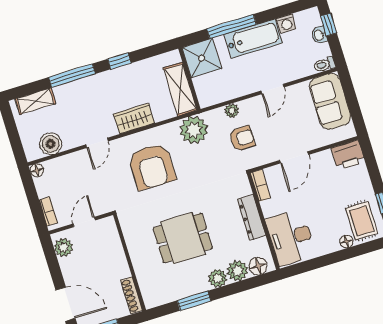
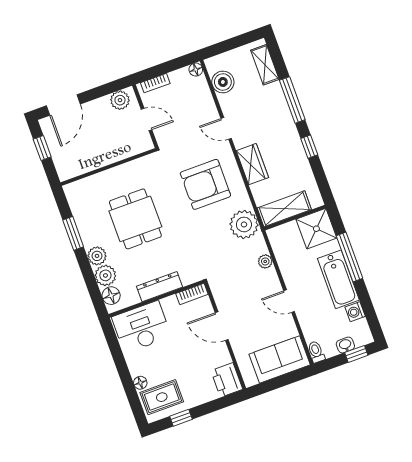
armchair: (242, 138) -> (238, 273), removed
shoe rack: (132, 295) -> (76, 171), removed

